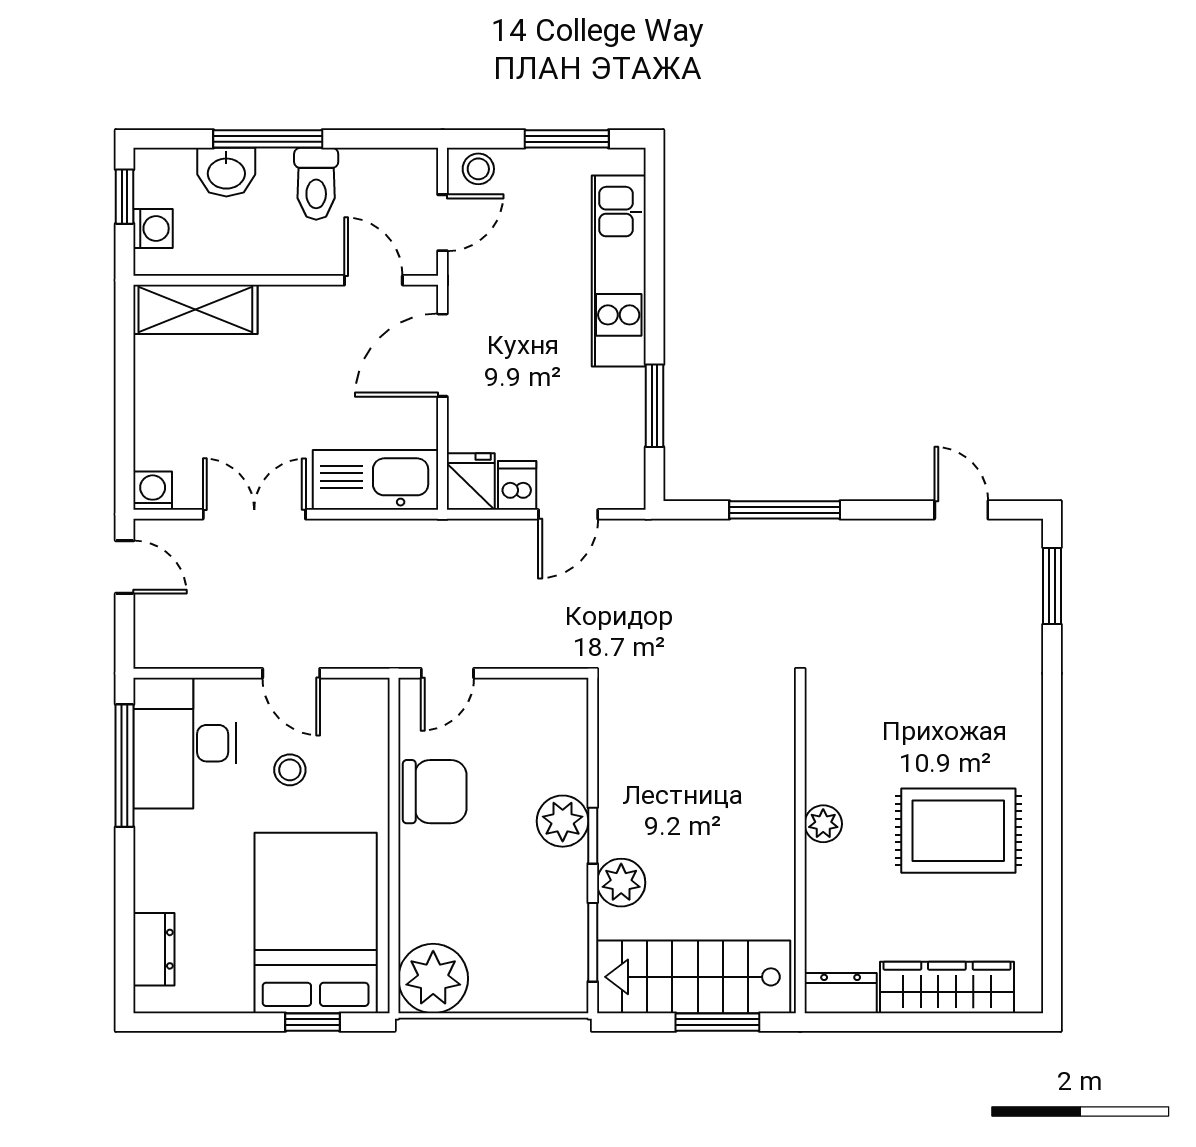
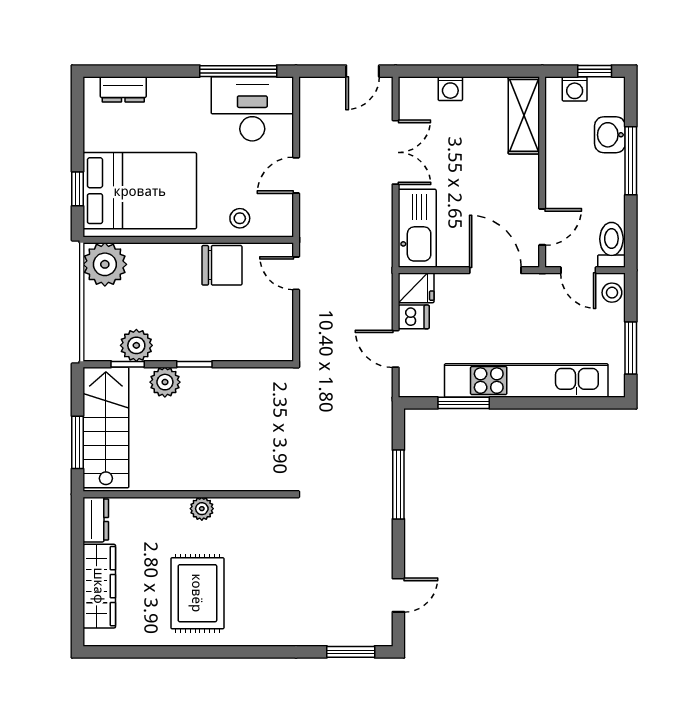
toilet: (316, 184) -> (611, 245), moved, turned 90
kitchen unit: (619, 271) -> (526, 381), width x1.36
washing machine: (153, 491) -> (450, 89), moved, turned 90
stool: (290, 770) -> (240, 218), moved
chair: (435, 792) -> (222, 265), turned -90
plant: (563, 821) -> (136, 345), moved
window: (593, 942) -> (128, 364), width x0.67

